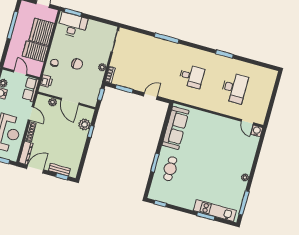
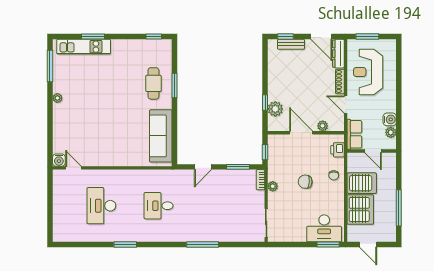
door: (35, 169) -> (321, 37), hinge flipped

